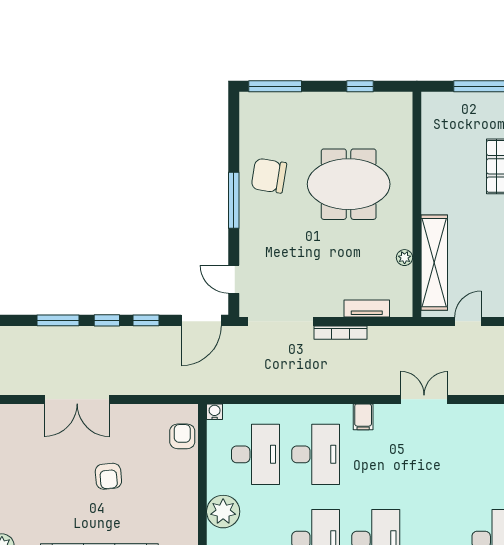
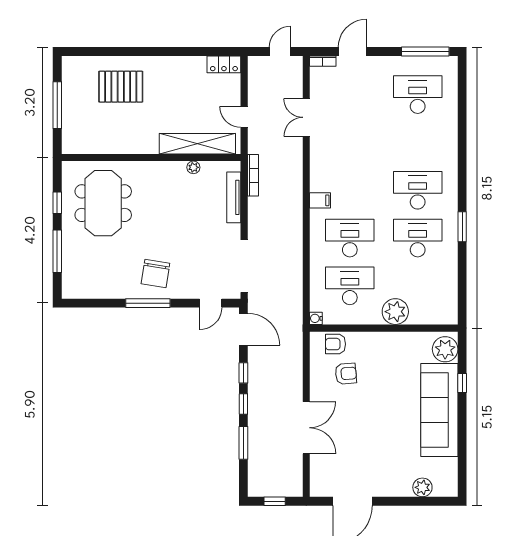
window: (275, 86) -> (57, 251), moved
chair: (269, 176) -> (155, 274), moved
meeting table: (349, 184) -> (103, 203), moved
tv unit: (367, 308) -> (234, 197), width x1.41
bookcase: (340, 333) -> (253, 175), moved
double door: (424, 399) -> (306, 117), moved
armchair: (108, 476) -> (346, 374), moved

